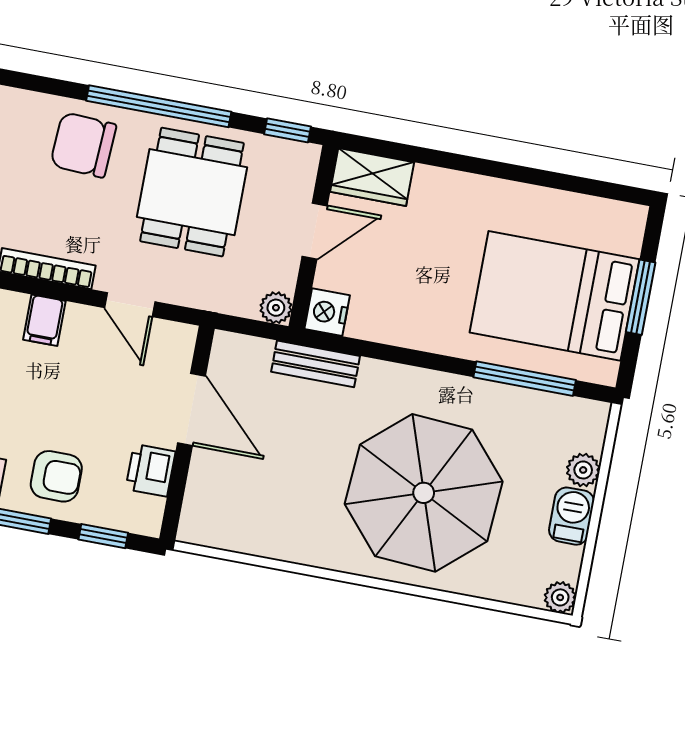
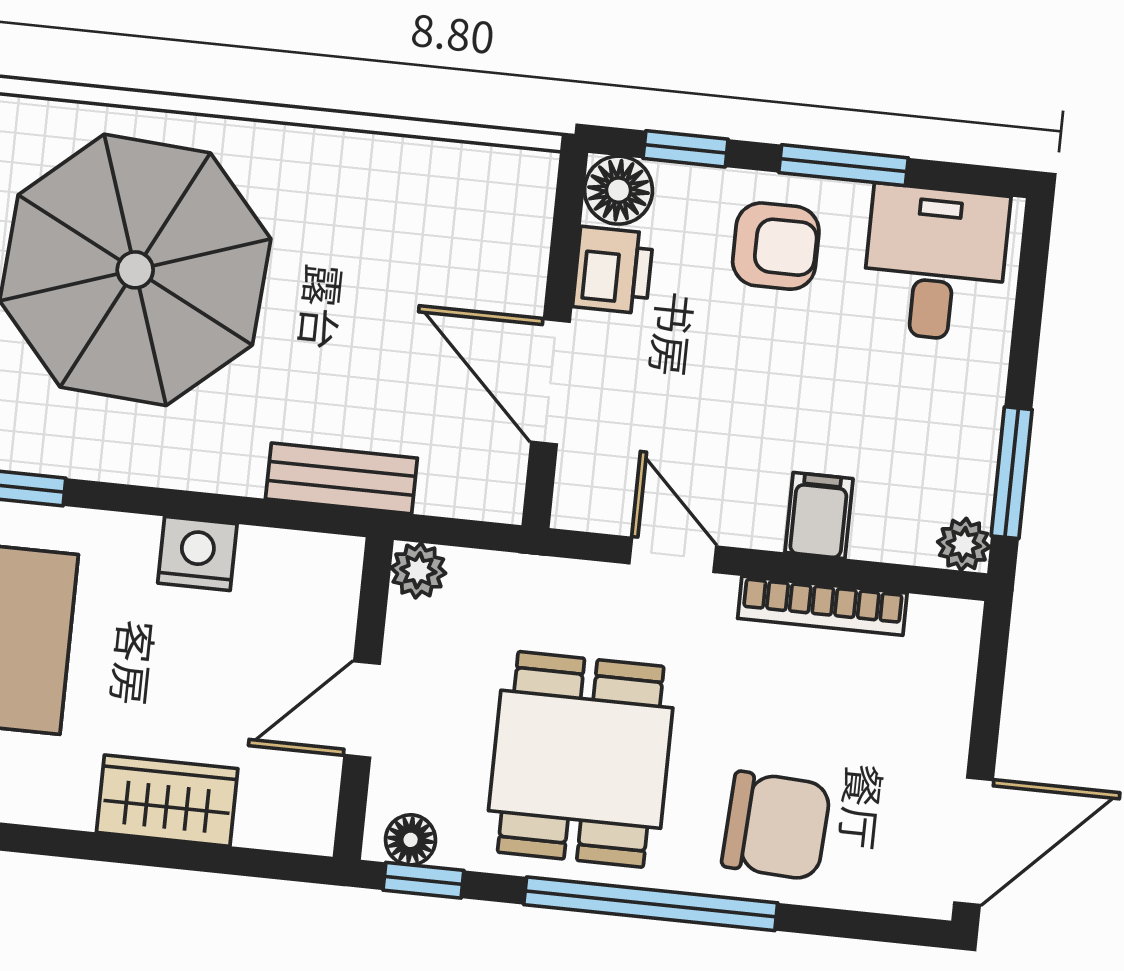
floor lamp: (293, 154) -> (411, 840), added
wardrobe: (372, 177) -> (167, 801), moved
nightstand: (327, 312) -> (197, 553), moved, turned -90
armchair: (56, 476) -> (776, 246), turned 180
floor lamp: (144, 516) -> (618, 190), added

